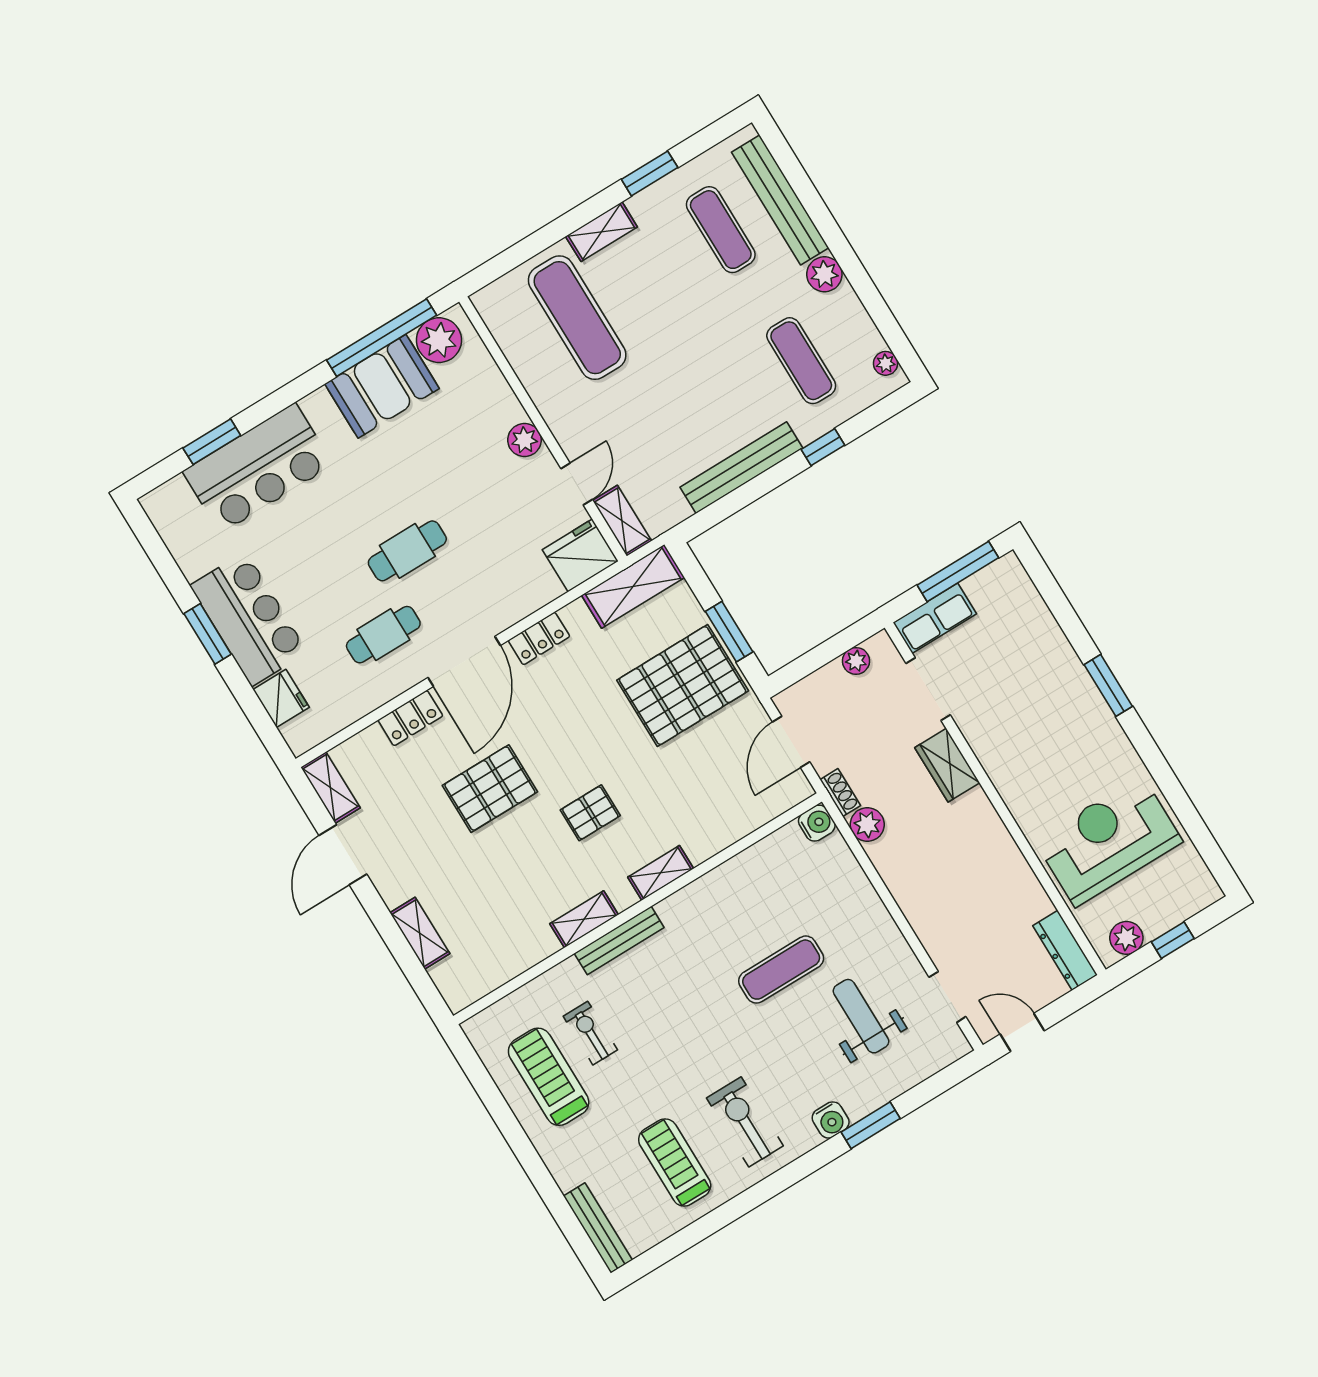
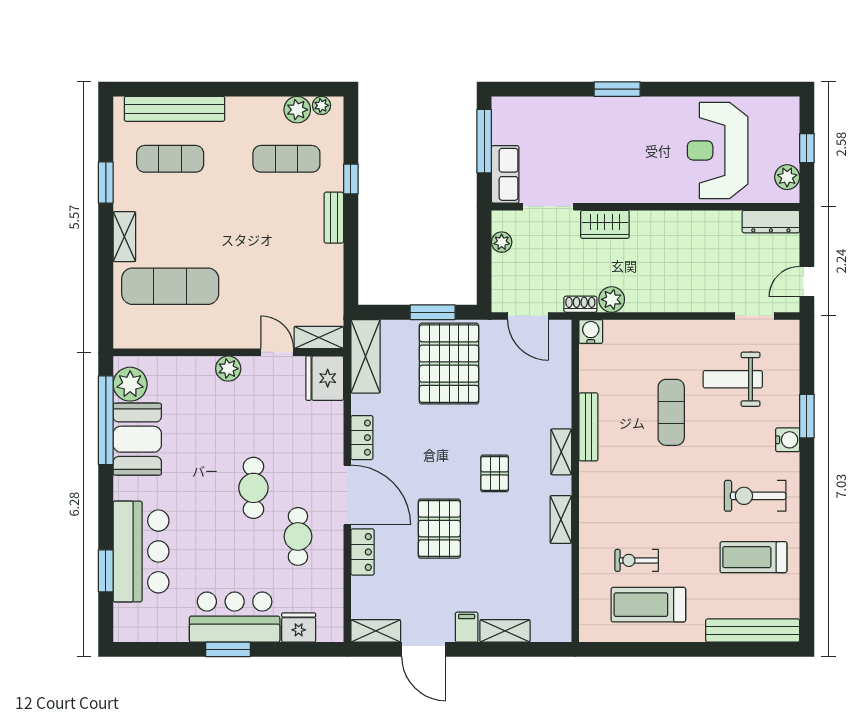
plant: (824, 274) -> (297, 110), moved
bench: (741, 468) -> (334, 218), width x0.54, depth x0.82
filing cabinet: (398, 887) -> (467, 627), added
bench: (619, 940) -> (588, 427), moved
bench: (598, 1228) -> (753, 631), width x1.37, depth x1.21

